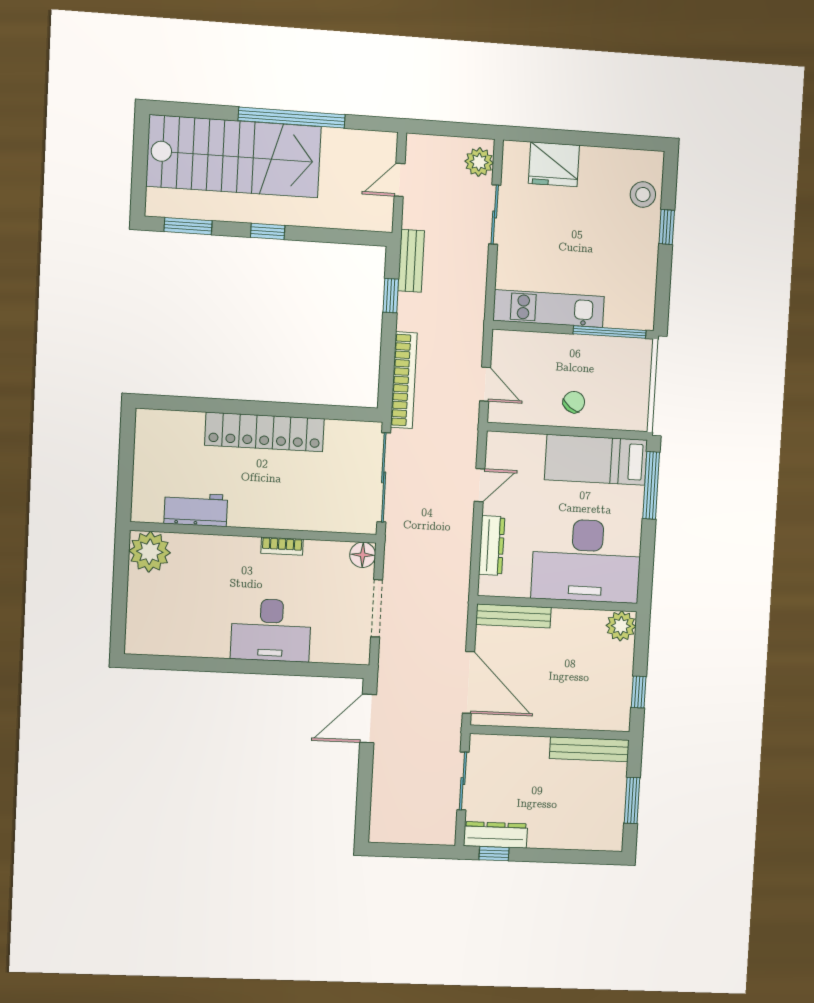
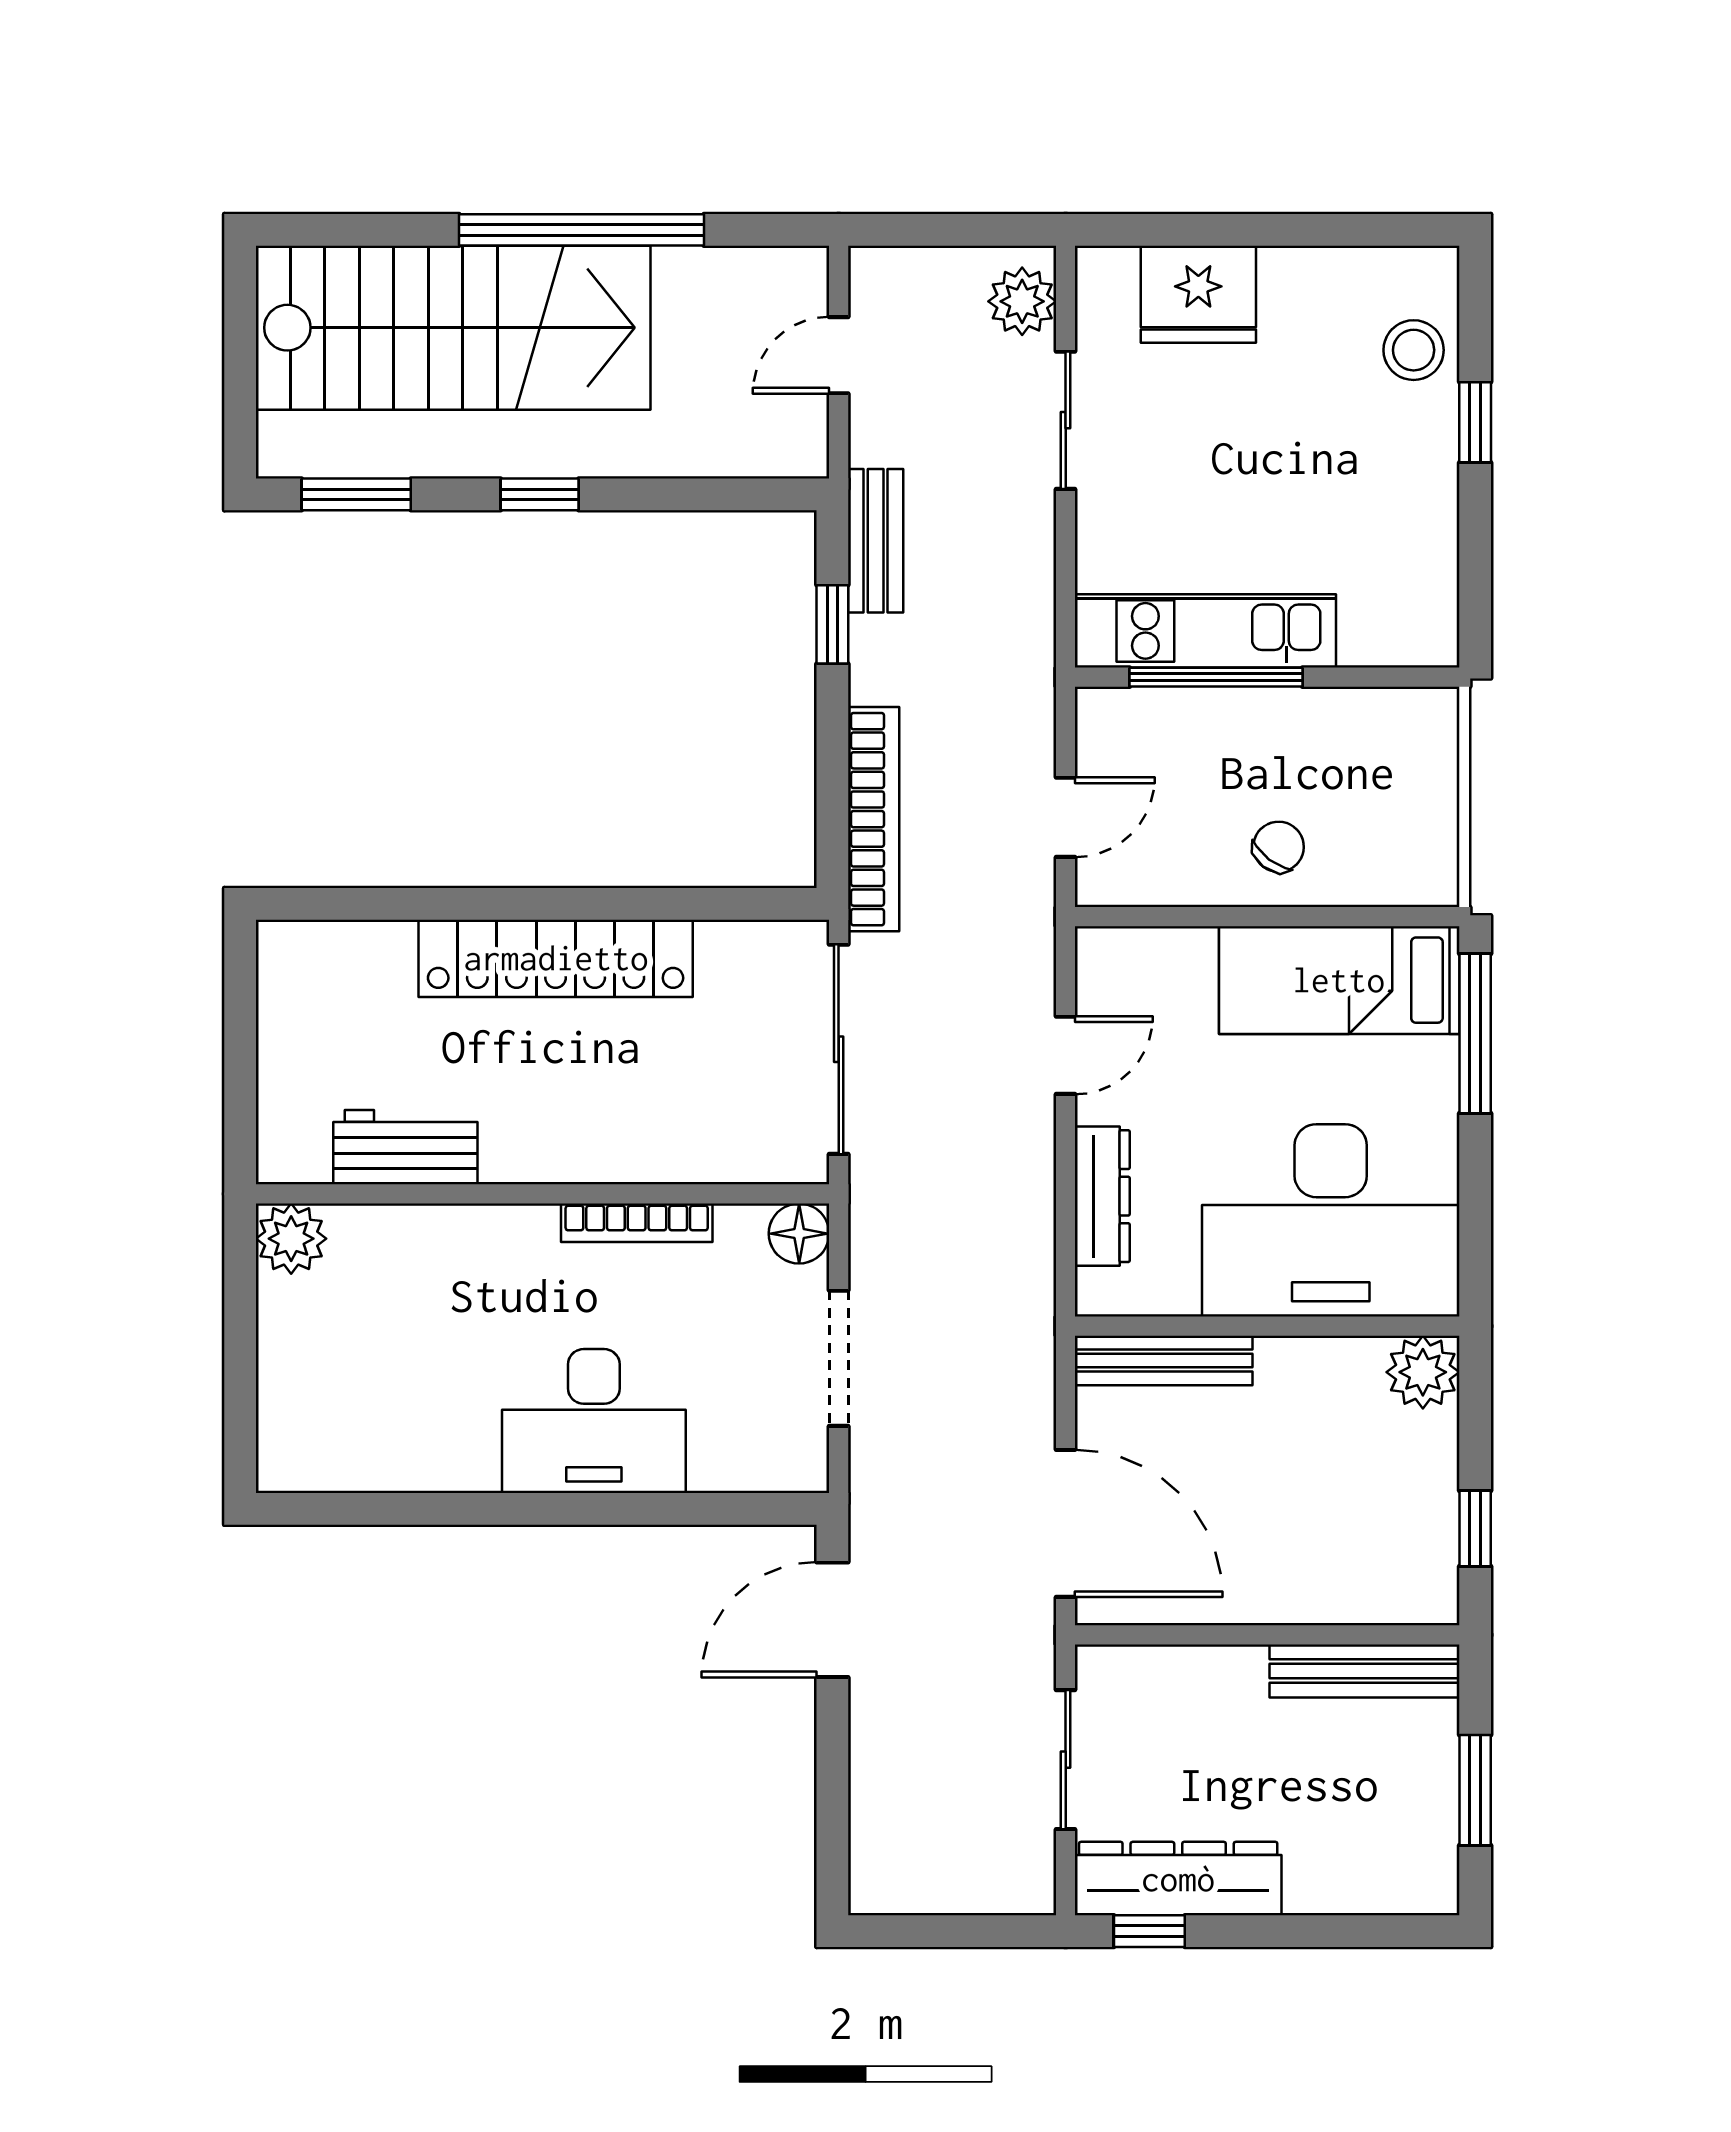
window: (610, 332) -> (1216, 677), moved
door: (485, 384) -> (1066, 817), hinge flipped
bookcase: (282, 546) -> (637, 1223), width x1.56
plant: (150, 552) -> (291, 1239), width x0.73, depth x0.73
dresser: (495, 835) -> (1178, 1879), width x1.37, depth x1.24

